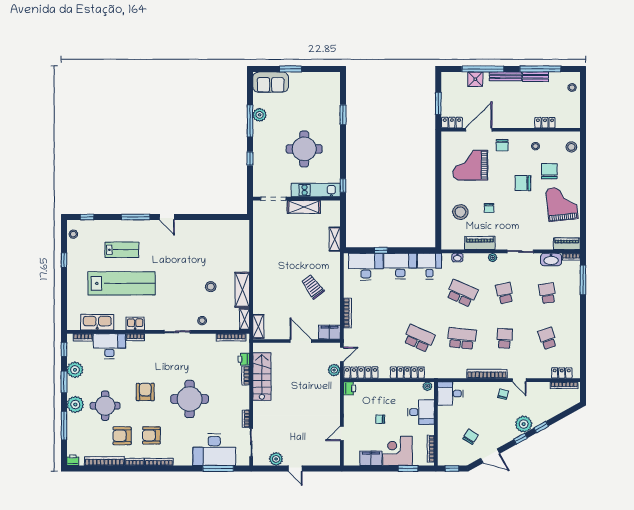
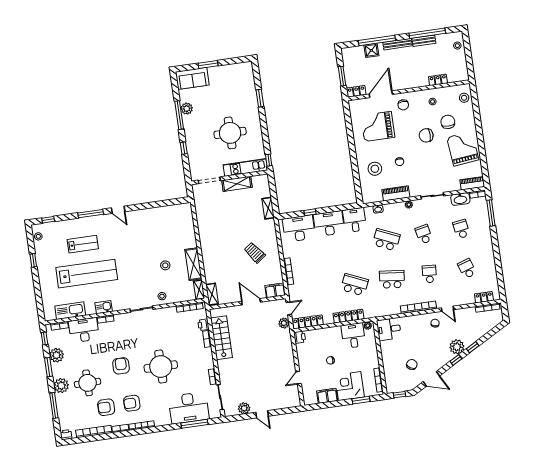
desk: (421, 412) -> (353, 336), moved, turned -90

